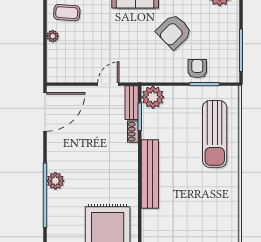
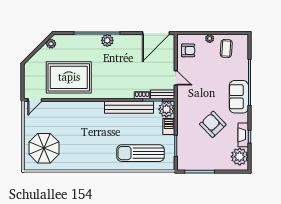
armchair: (197, 69) -> (188, 50), moved
barbecue: (177, 94) -> (169, 126), added
door: (45, 112) -> (156, 33), hinge flipped
bench: (150, 174) -> (129, 107), moved

